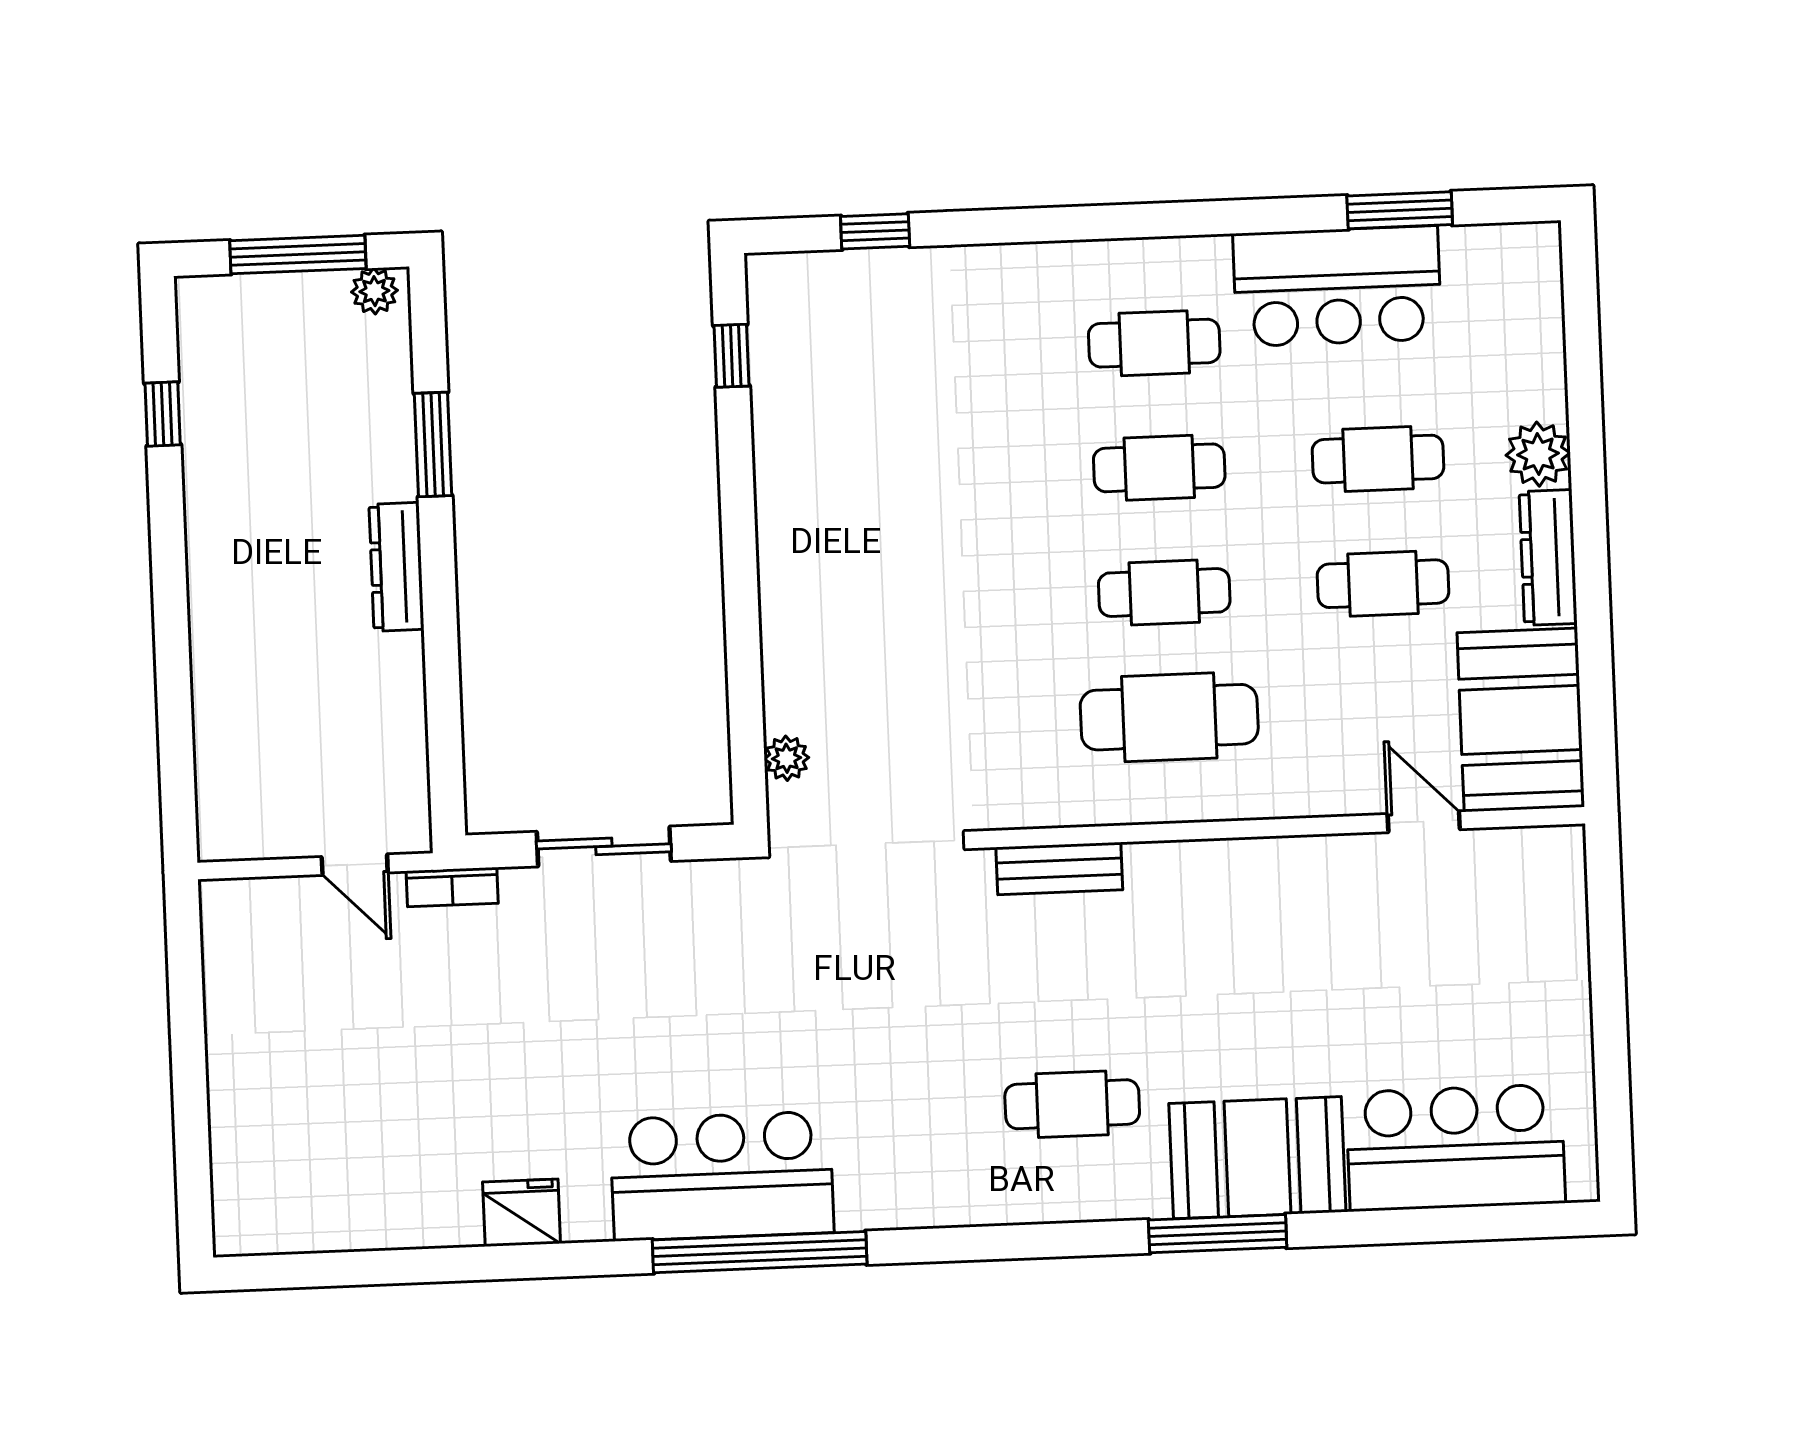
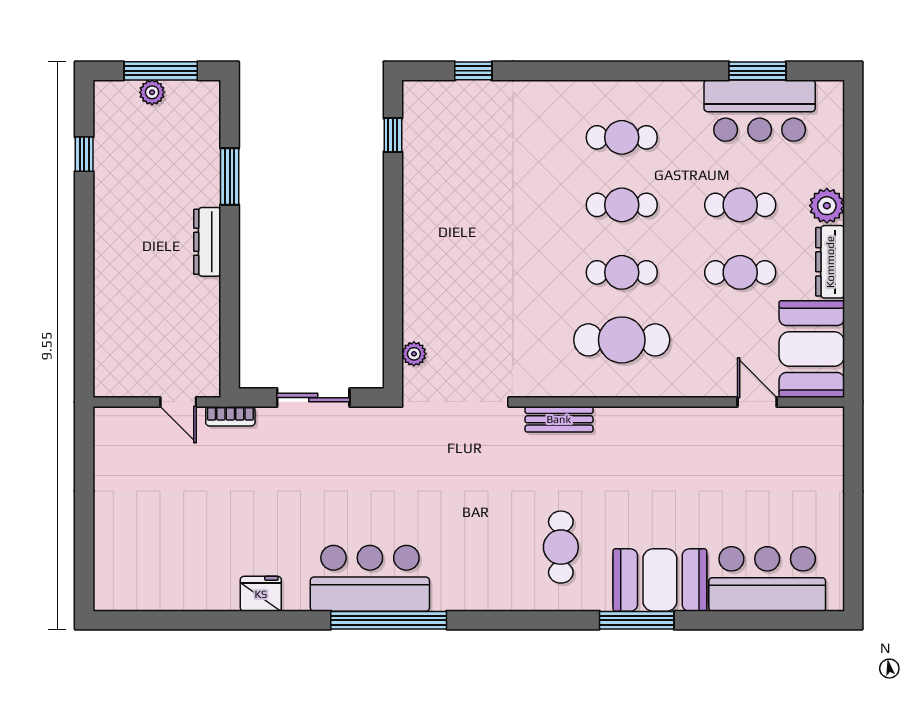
bar counter: (1337, 286) -> (760, 111), moved
plant: (374, 291) -> (152, 92), moved
cafe table: (1072, 1104) -> (561, 547), turned 90

